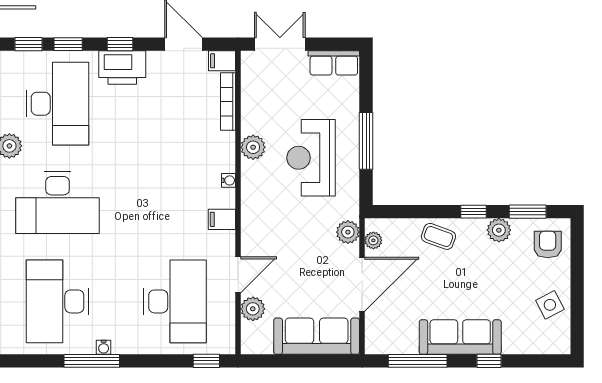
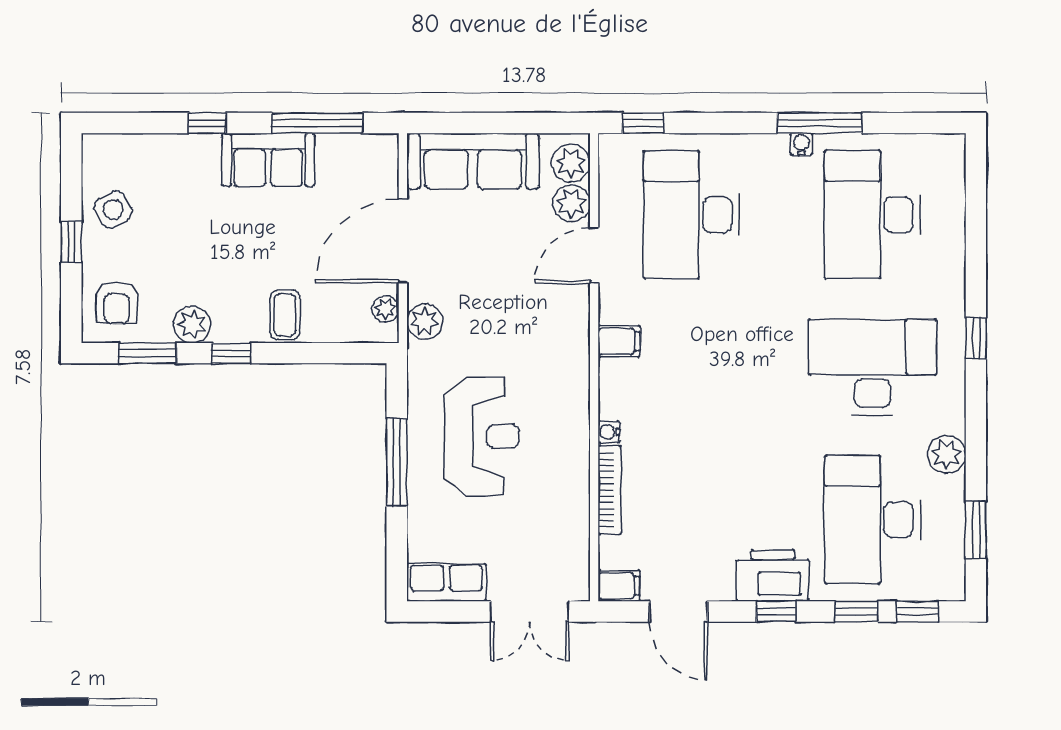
bookcase: (228, 102) -> (610, 490), moved
plant: (253, 147) -> (571, 163), moved
water cooler: (229, 180) -> (609, 432), moved
coffee table: (438, 236) -> (285, 315), turned 70
window: (577, 284) -> (71, 242), added
desk: (58, 301) -> (873, 215), turned 180
sofa: (460, 337) -> (268, 160), width x0.73

